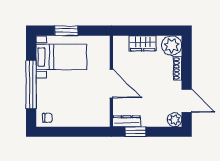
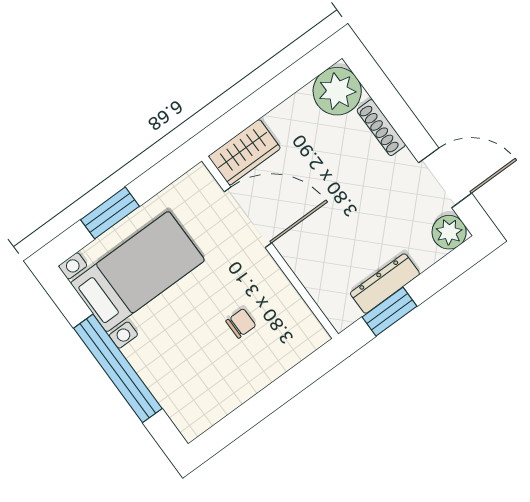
wardrobe: (143, 43) -> (244, 152), moved
door: (111, 83) -> (248, 217), moved
chair: (47, 118) -> (241, 323), moved
dresser: (127, 121) -> (385, 283), moved

